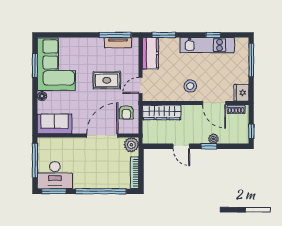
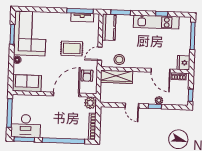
stool: (190, 86) -> (119, 60), moved

